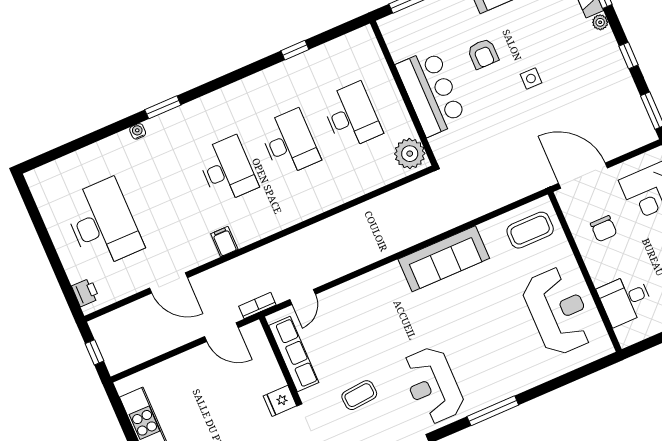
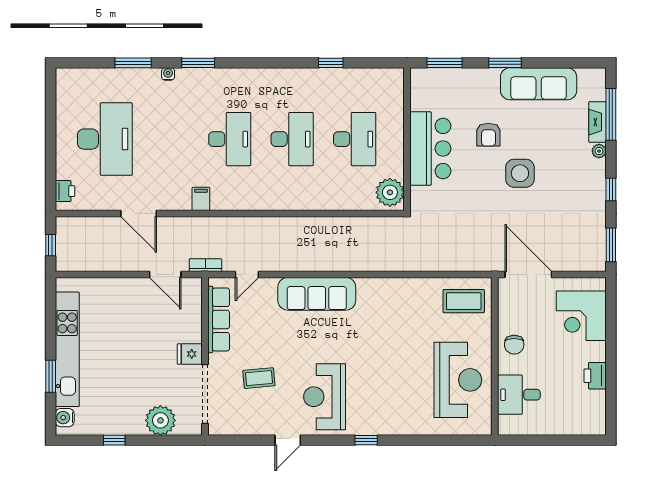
side table: (531, 79) -> (520, 173), width x1.87, depth x1.87
window: (98, 135) -> (133, 63), added
chair: (604, 229) -> (514, 345), moved
sofa: (444, 259) -> (317, 294), moved
window: (493, 411) -> (366, 440), width x0.46

